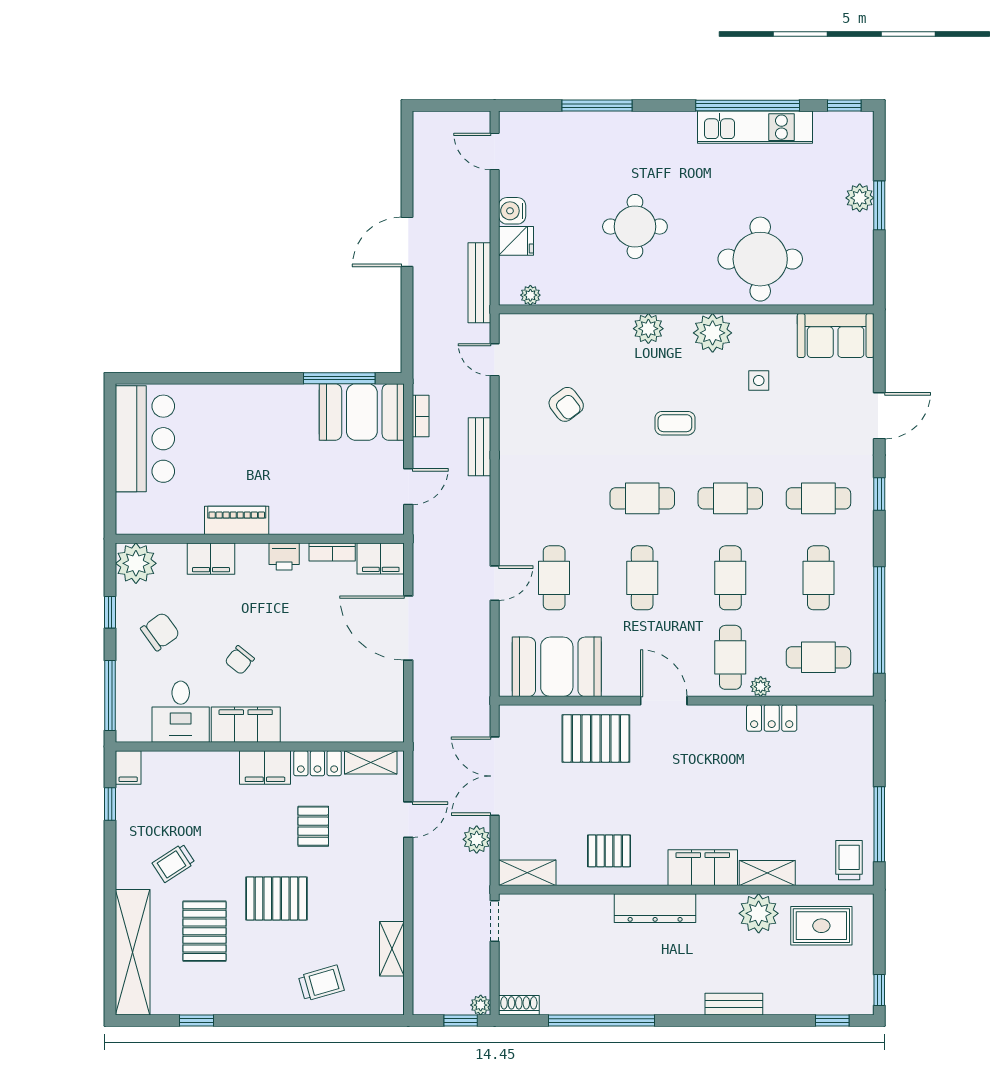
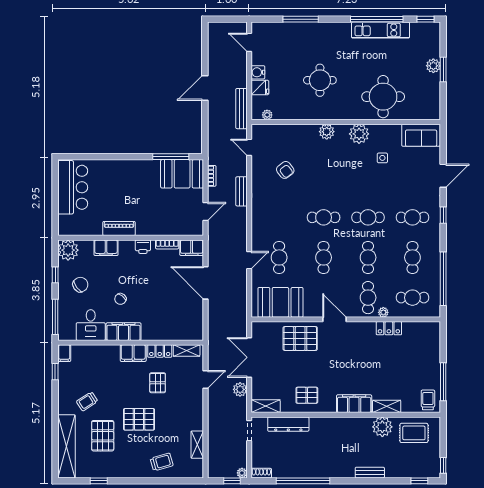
coffee table: (675, 423) -> (340, 179), removed
dresser: (655, 908) -> (288, 424), moved

